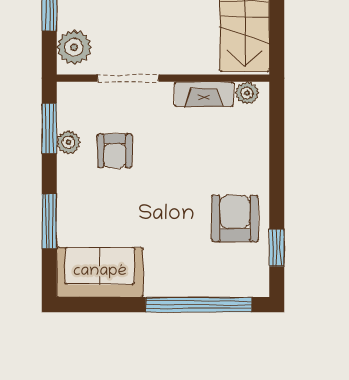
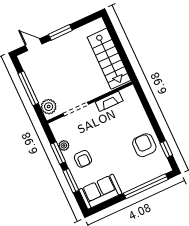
plant: (247, 93) -> (126, 93), removed
window: (49, 128) -> (58, 153), moved
armchair: (115, 151) -> (83, 159), moved

